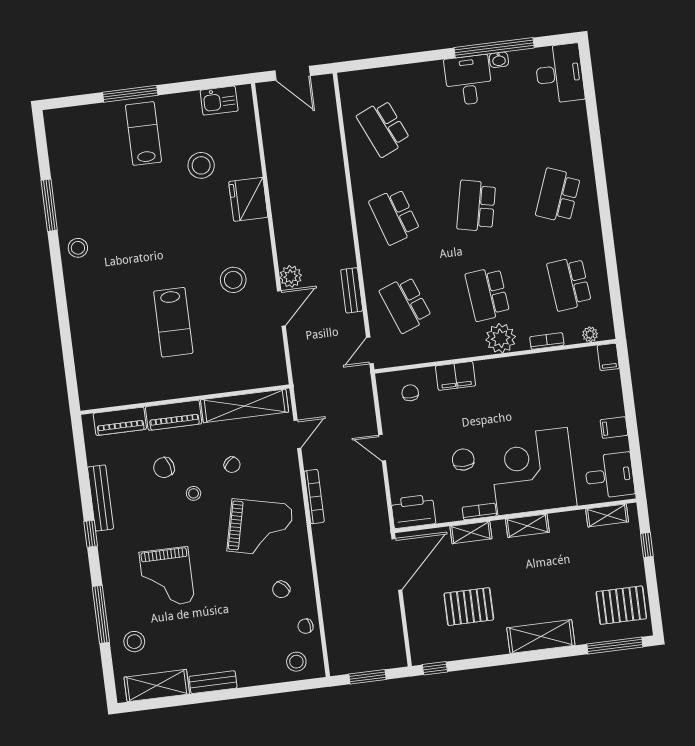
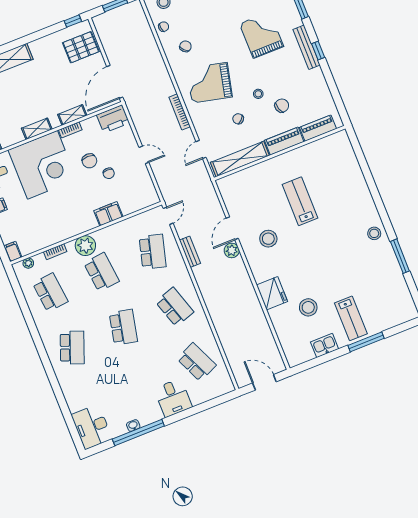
desk: (468, 80) -> (173, 398), moved
kitchen sink: (219, 101) -> (325, 345), moved
school desk: (406, 304) -> (153, 252), turned 36
chair: (410, 393) -> (109, 173), moved
bench: (101, 498) -> (307, 47), moved
pallet: (469, 607) -> (81, 47), moved

